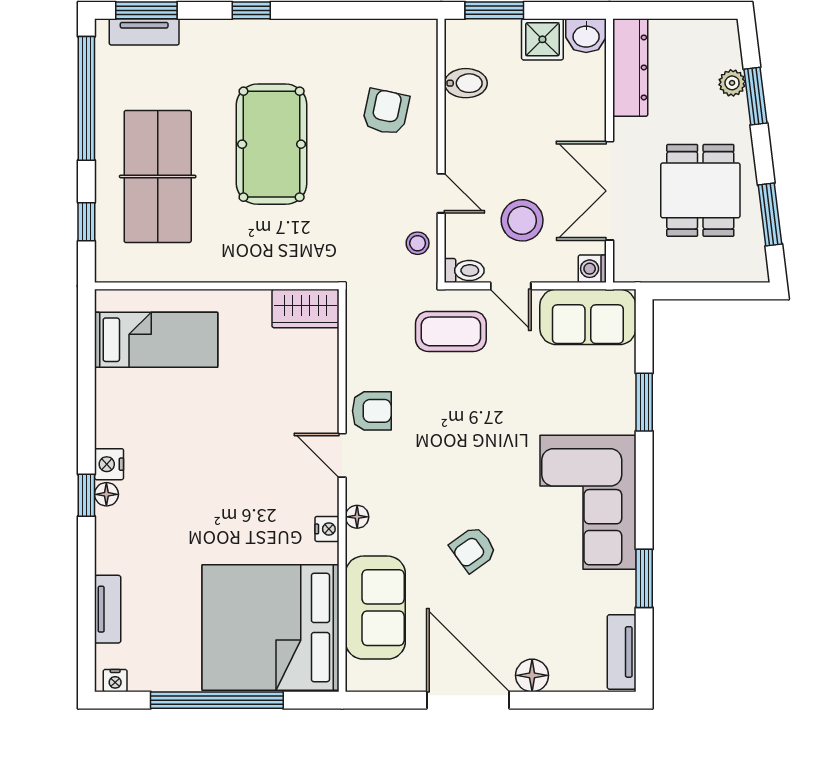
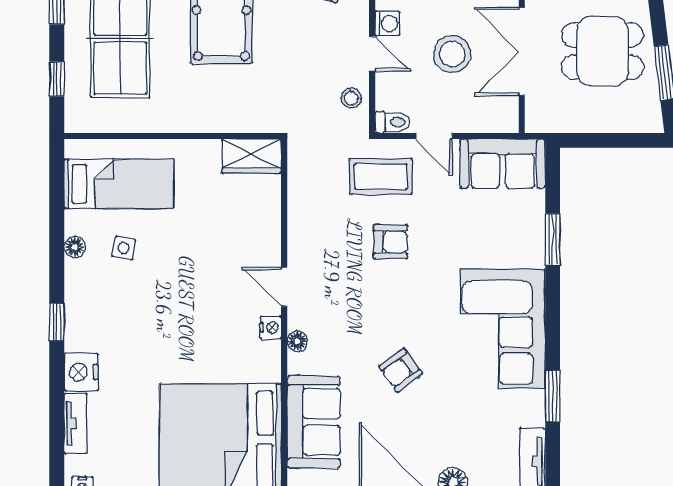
dining table: (700, 190) -> (603, 51), turned 90
stool: (522, 220) -> (452, 54), moved
washing machine: (592, 269) -> (387, 24), moved, turned 180
armchair: (372, 411) -> (390, 242), moved
side table: (162, 412) -> (124, 248), added
nightstand: (109, 464) -> (81, 372), moved, width x1.36, depth x1.33
floor lamp: (106, 494) -> (75, 247), moved
nightstand: (327, 529) -> (271, 327), moved

